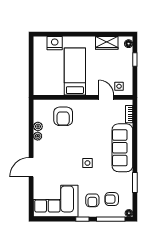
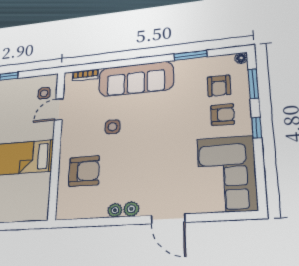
plant: (38, 126) -> (131, 209), moved
side table: (87, 163) -> (113, 127), moved
window: (111, 219) -> (253, 84), width x0.69

